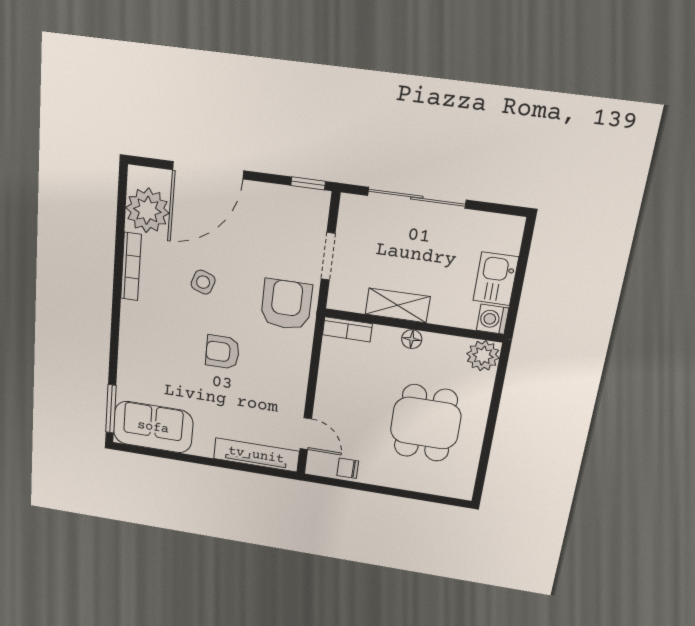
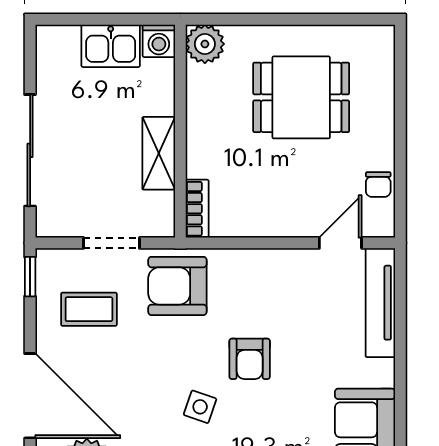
coffee table: (275, 230) -> (89, 309), added
side table: (203, 282) -> (200, 407), moved
floor lamp: (412, 339) -> (197, 130), removed

